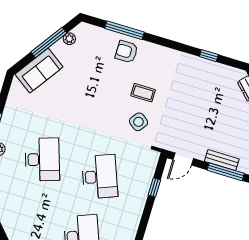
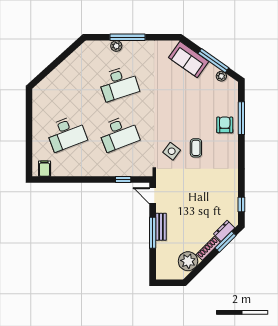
window: (209, 56) -> (241, 204), moved

